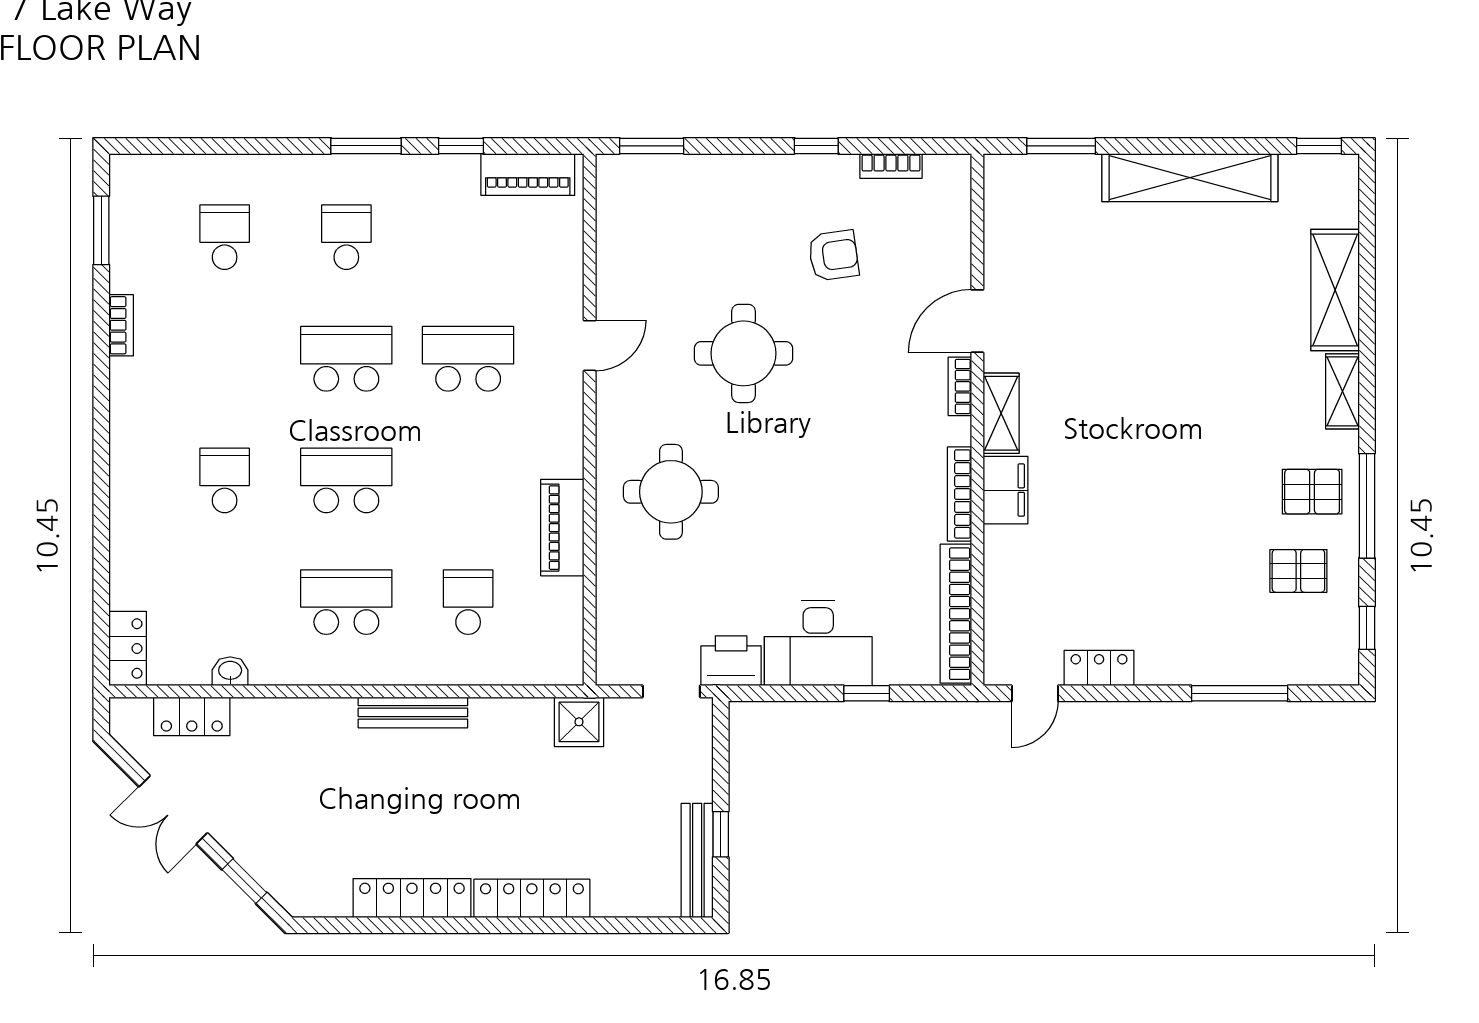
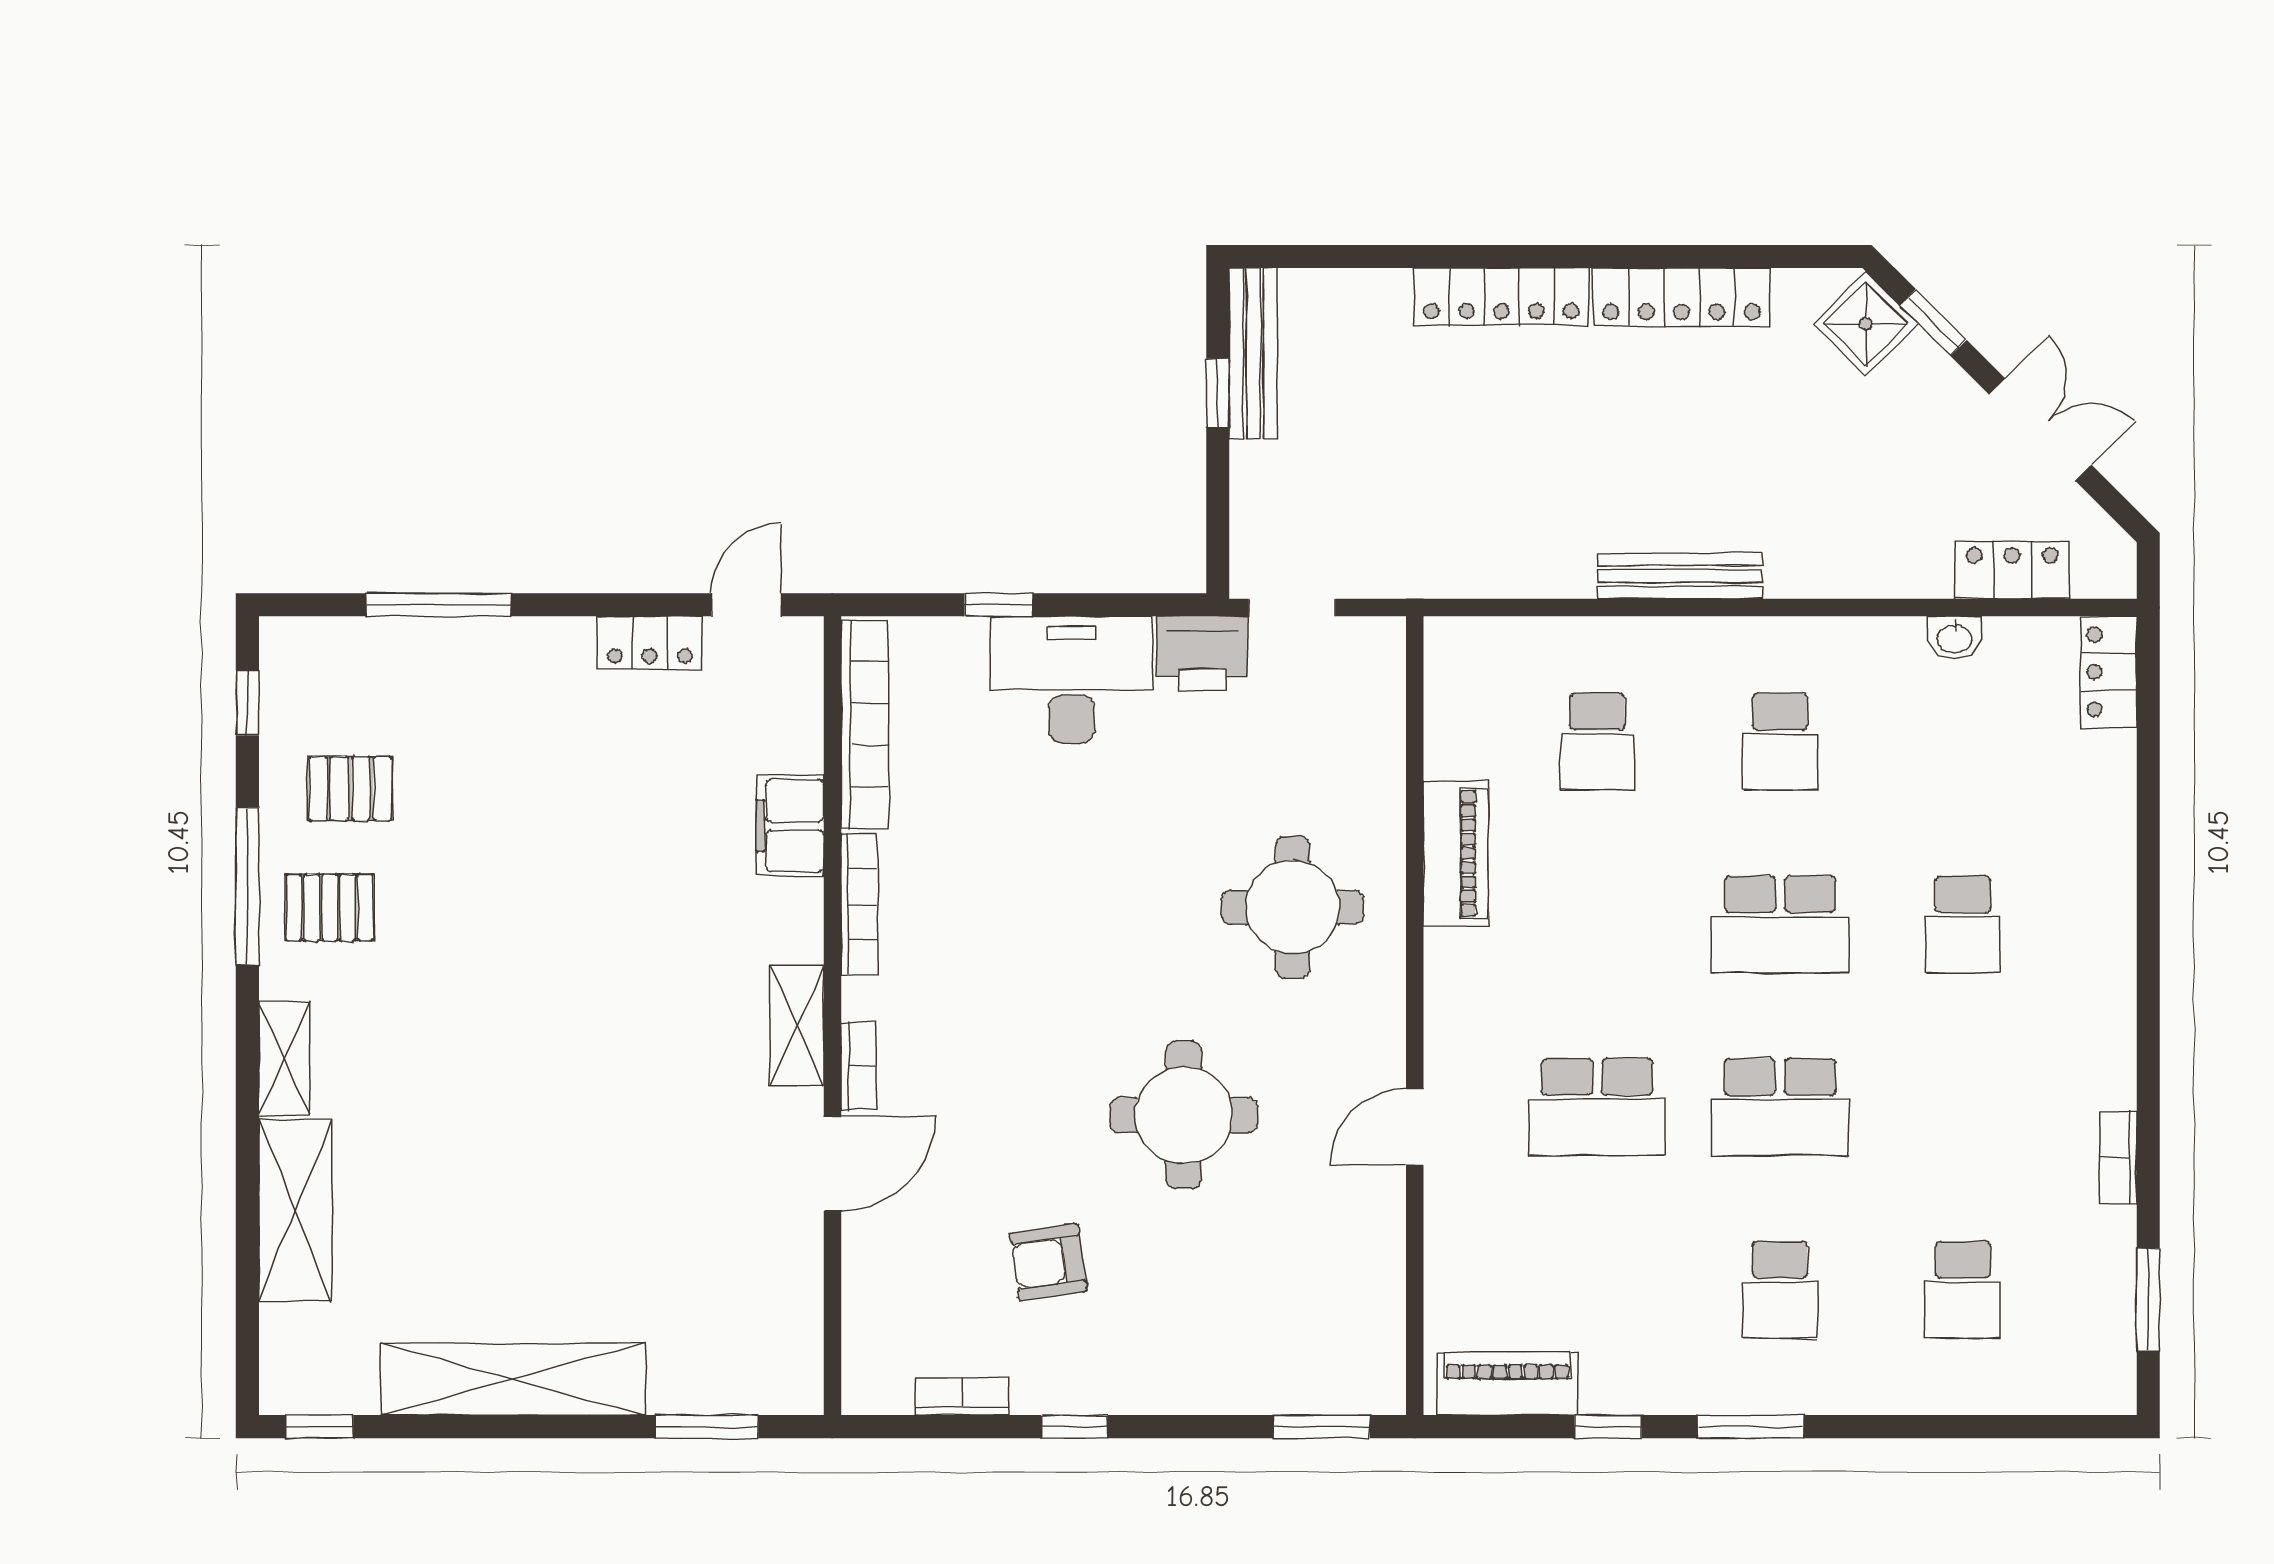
filing cabinet: (1006, 490) -> (790, 826), moved
school desk: (346, 602) -> (1780, 742), width x0.54
shower: (579, 722) -> (1866, 324), moved, turned 45

